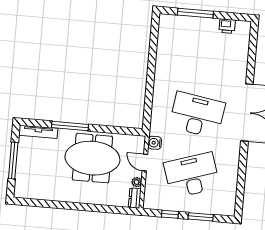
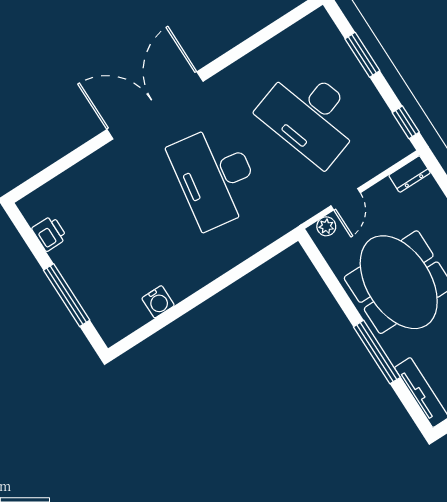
water cooler: (155, 143) -> (158, 302), moved
plant: (137, 182) -> (326, 226), moved
window: (170, 214) -> (406, 122), moved

